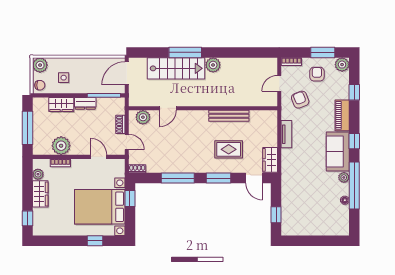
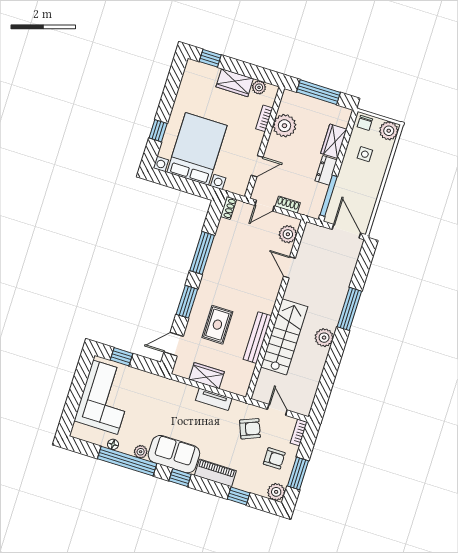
stairs: (176, 68) -> (284, 337), moved, turned 180
wardrobe: (270, 160) -> (207, 376), moved
window: (130, 198) -> (196, 188), removed
corner sofa: (311, 217) -> (105, 397), added

